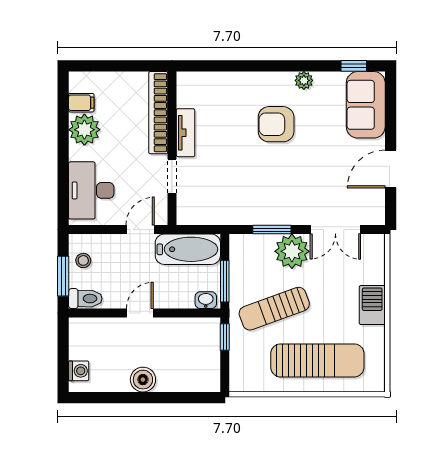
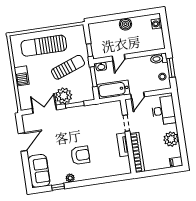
window: (354, 66) -> (58, 187), moved
filing cabinet: (81, 103) -> (176, 162), moved
door: (140, 313) -> (119, 58), moved

